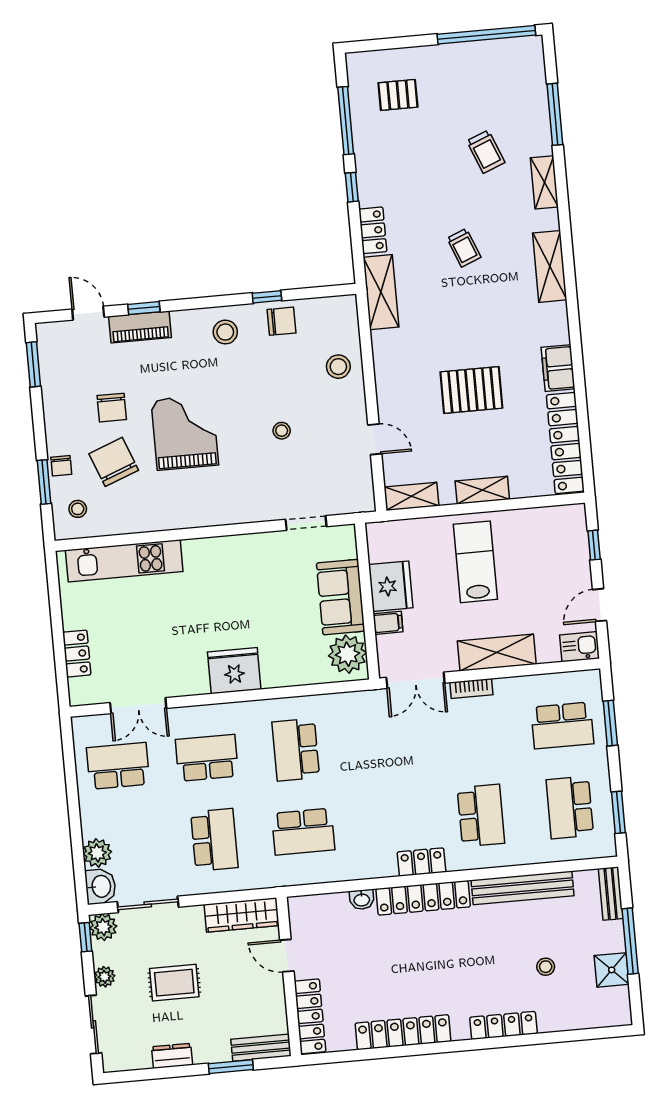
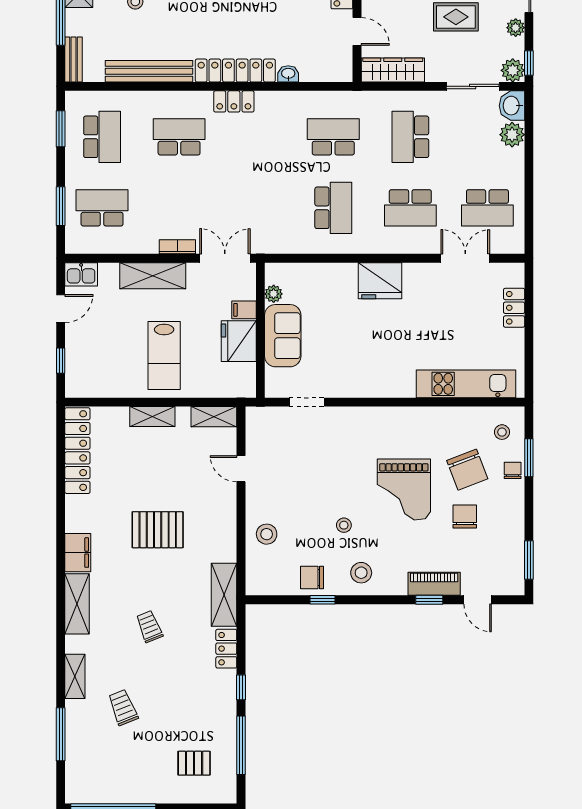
filing cabinet: (558, 368) -> (78, 553), moved
pallet: (471, 390) -> (158, 530), moved
stool: (282, 431) -> (344, 525), moved
plant: (347, 654) -> (274, 294), width x0.53, depth x0.53
school desk: (481, 815) -> (179, 137), turned 90

